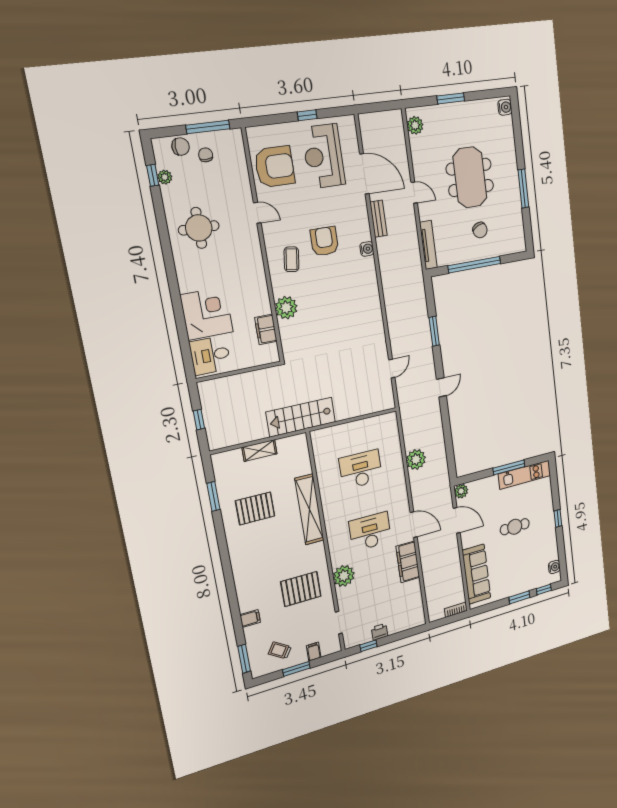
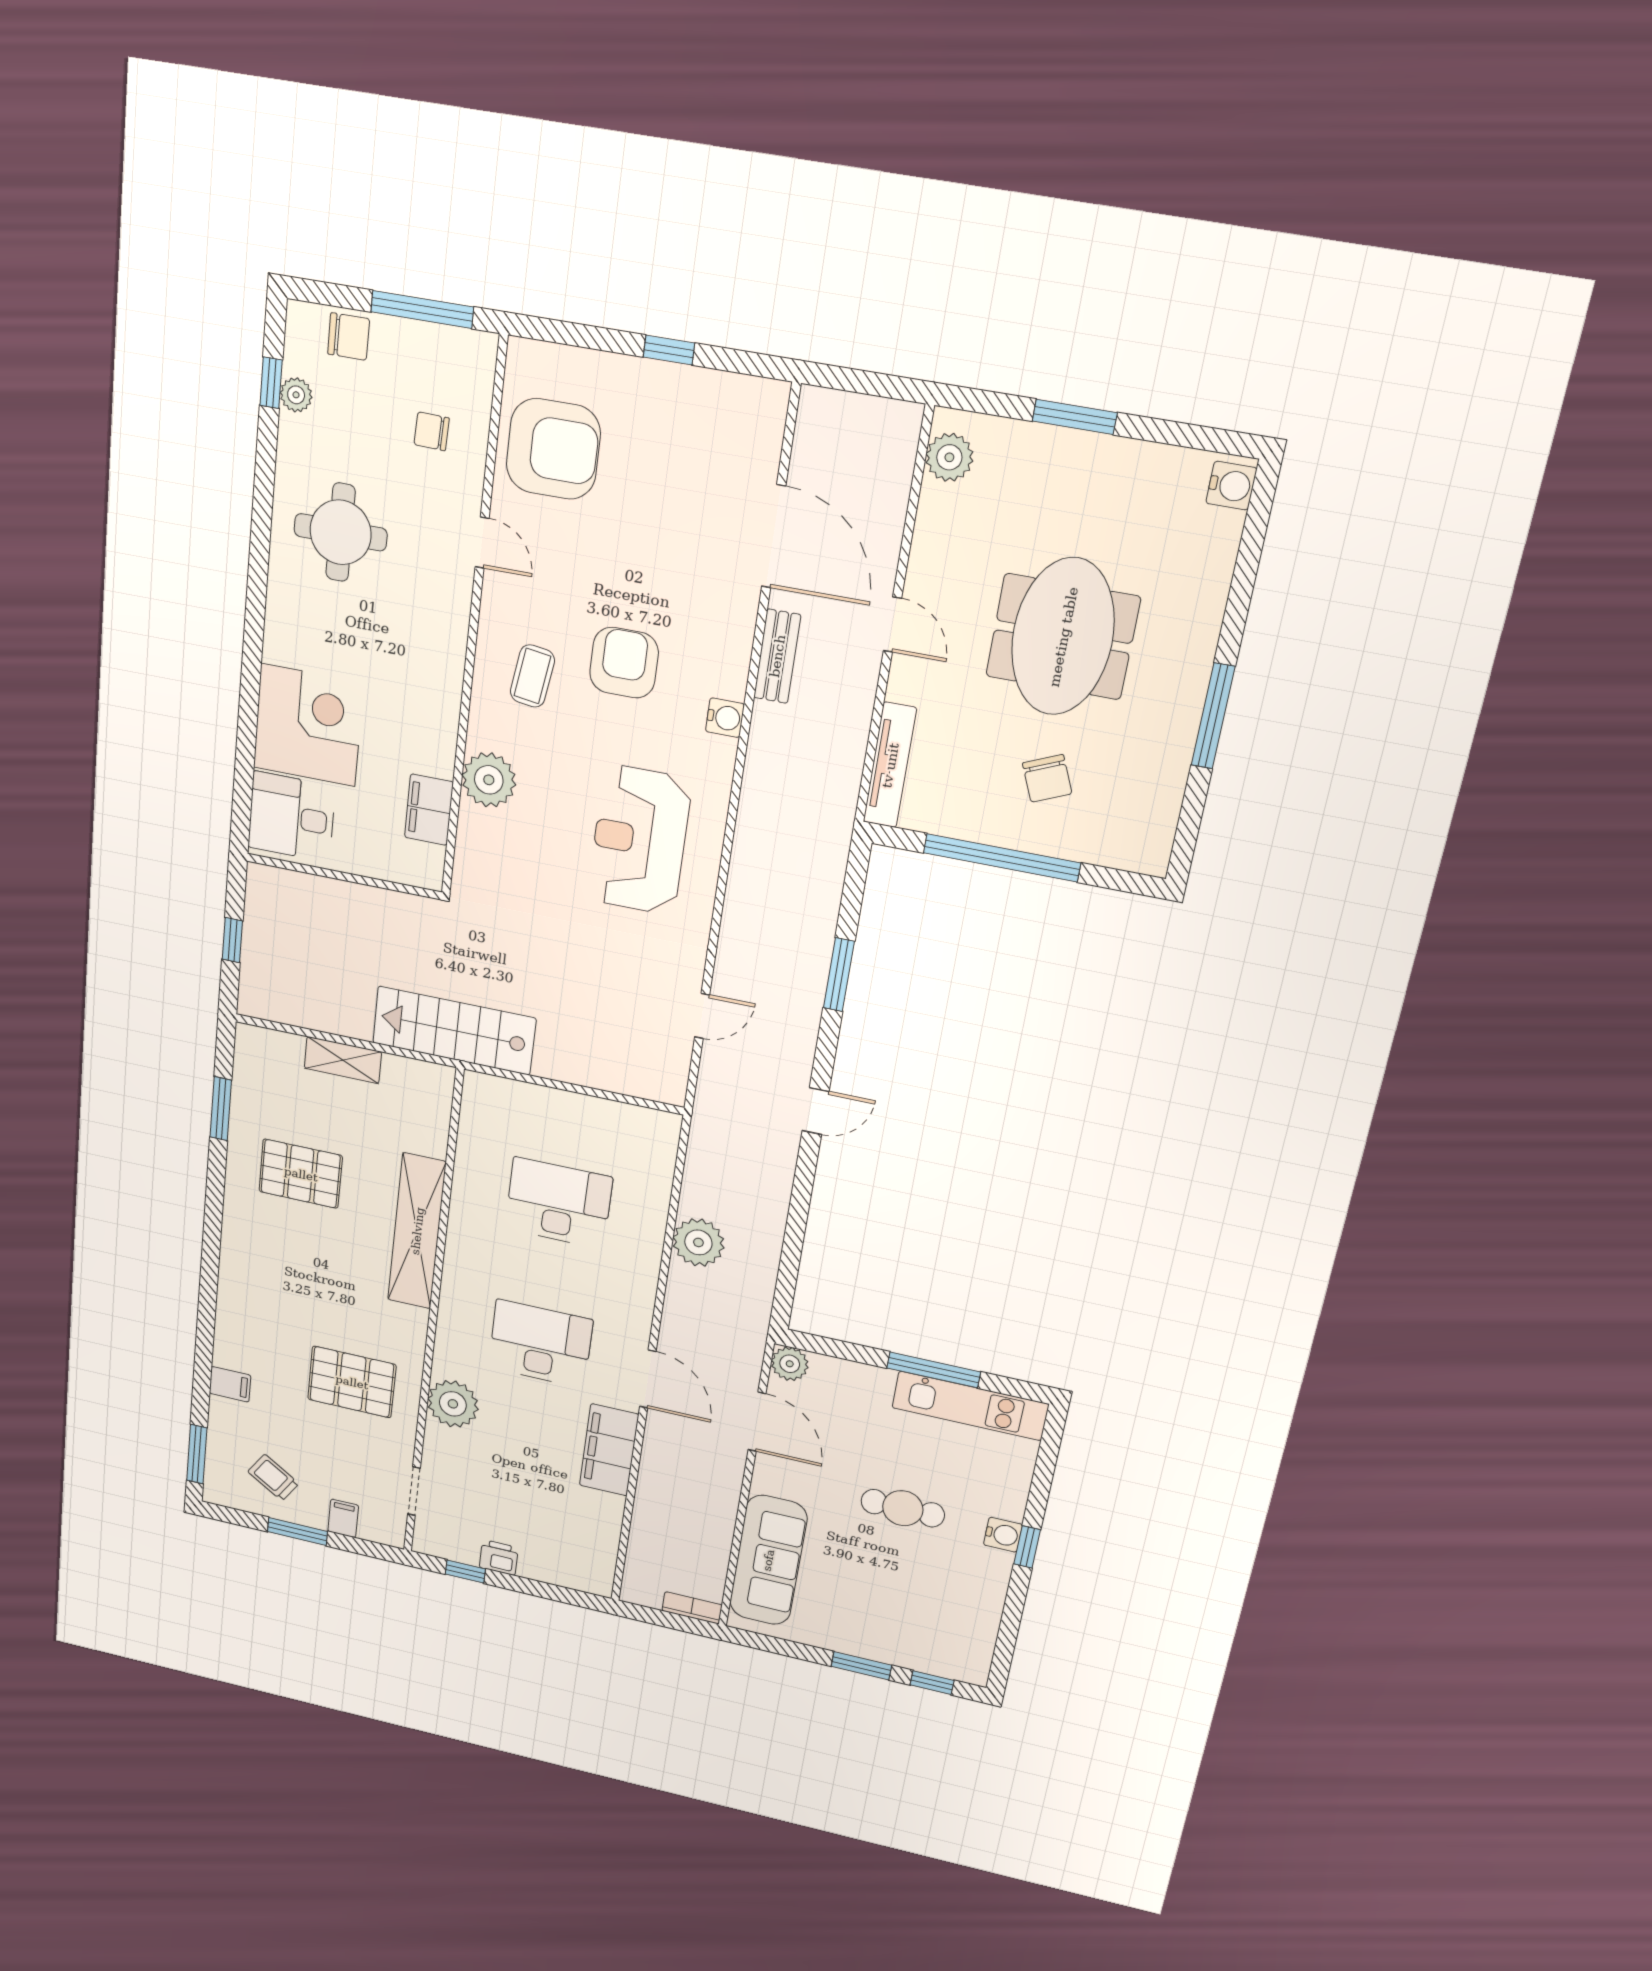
chair: (206, 155) -> (432, 431), moved, turned -88
reception desk: (323, 156) -> (639, 840), moved
water cooler: (554, 567) -> (1003, 1535), moved

